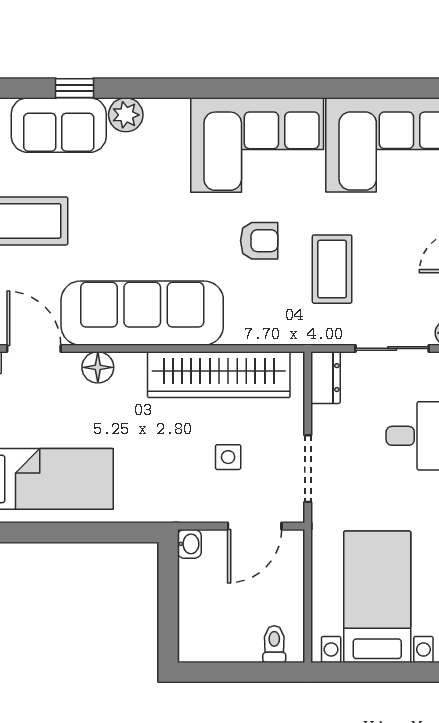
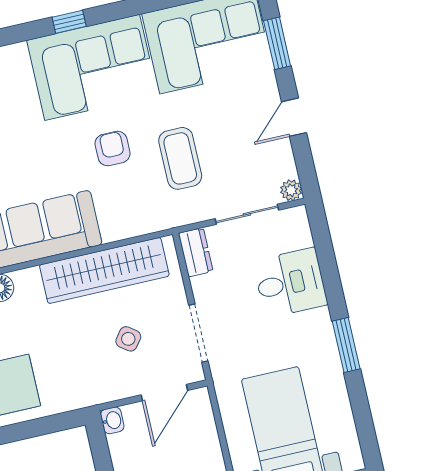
window: (243, 88) -> (69, 22), added
armchair: (259, 241) -> (113, 149), turned -90
side table: (228, 457) -> (128, 339), turned 37

